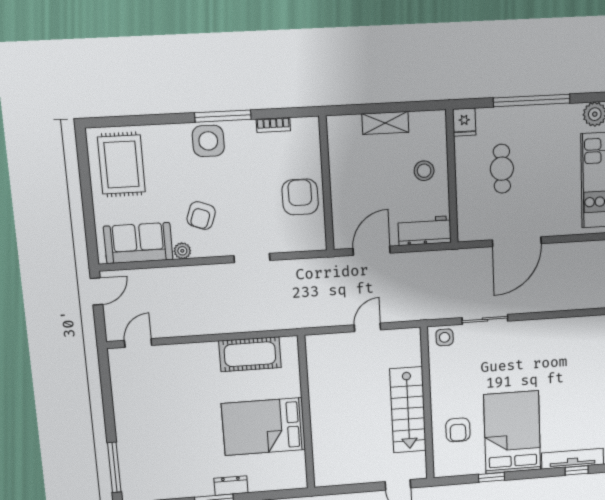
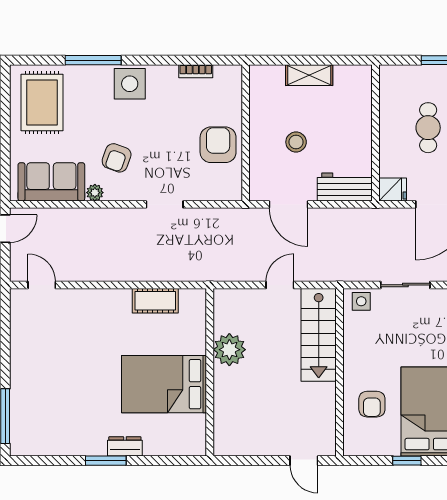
window: (223, 116) -> (93, 60), moved
fridge: (464, 122) -> (393, 189), moved, turned -90
stool: (424, 171) -> (296, 142), moved
door: (372, 251) -> (288, 204), swing flipped
door: (138, 343) -> (42, 285), hinge flipped
cot: (250, 354) -> (155, 301), width x0.73, depth x0.75
plant: (323, 391) -> (229, 350), added
stairs: (408, 410) -> (319, 335), moved

